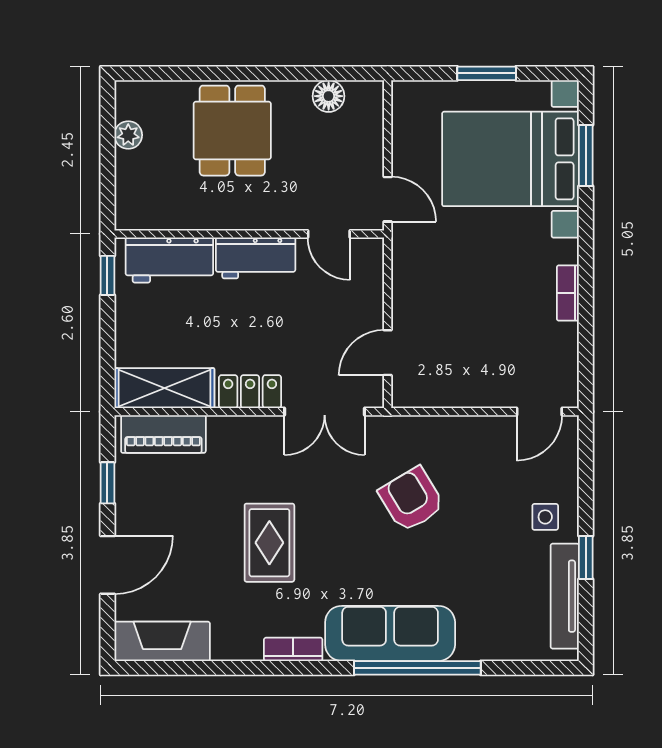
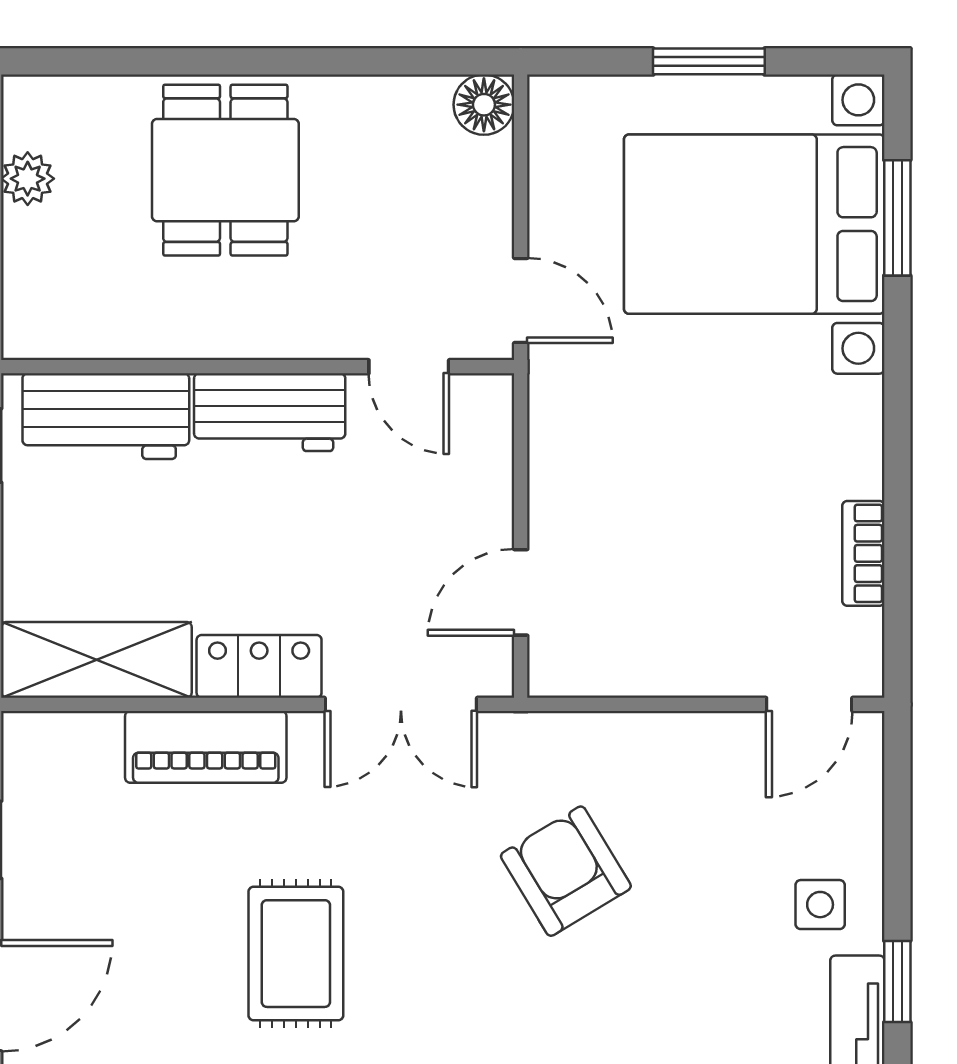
floor lamp: (329, 96) -> (484, 105), moved
bookcase: (568, 293) -> (863, 553), moved
piano: (163, 434) -> (206, 747), moved

